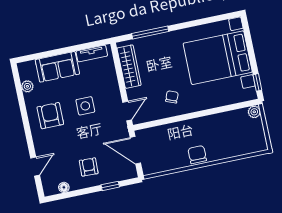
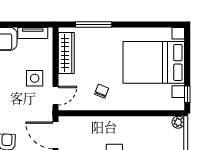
side table: (85, 106) -> (35, 78), moved

